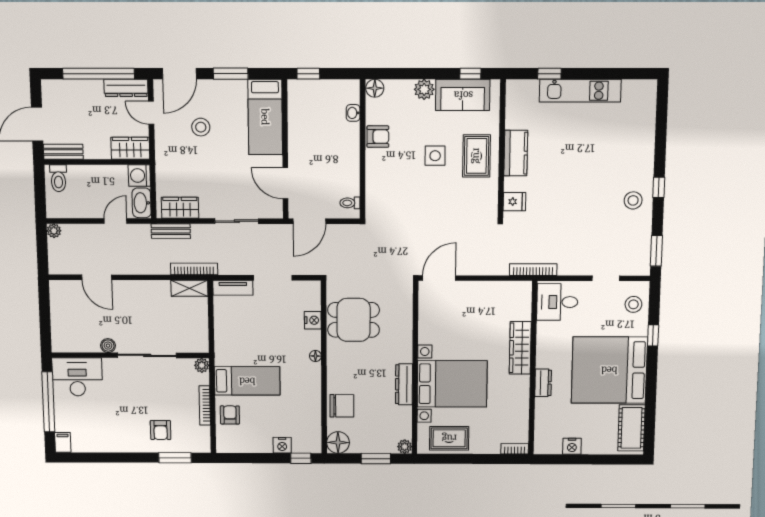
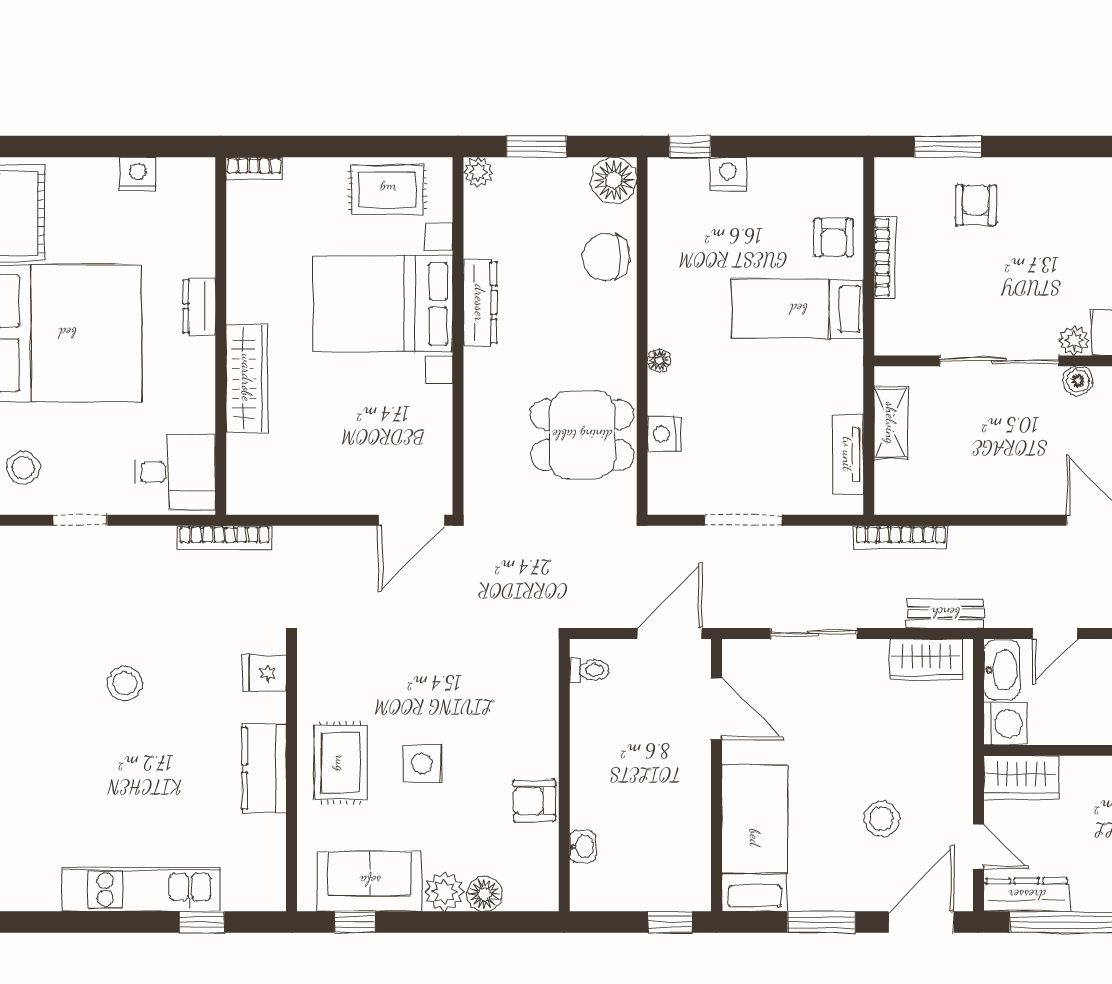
floor lamp: (375, 88) -> (484, 894), moved
stool: (633, 200) -> (125, 683), moved
shelving: (189, 288) -> (891, 423), moved, turned 90
tv unit: (233, 288) -> (848, 454), moved, turned -90
plant: (202, 365) -> (1074, 341), moved

